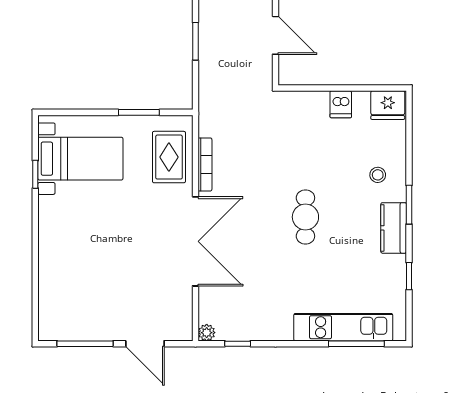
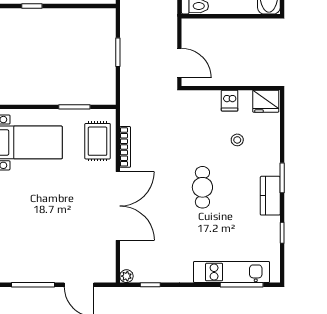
door: (276, 35) -> (179, 63), moved
stool: (378, 175) -> (237, 140), moved

